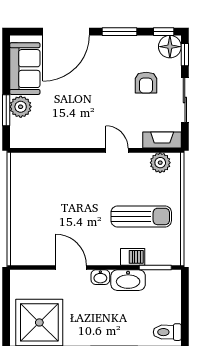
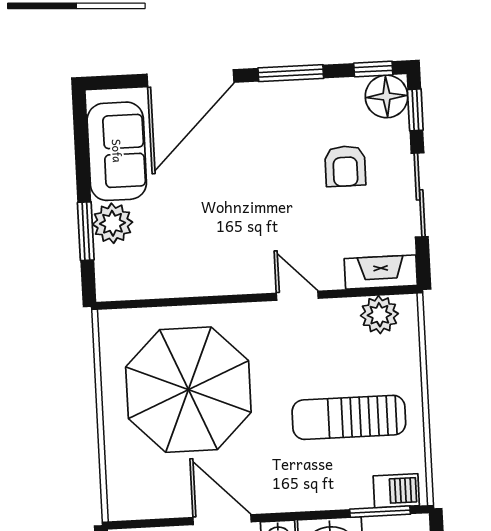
parasol: (57, 197) -> (188, 390), added
sun lounger: (141, 216) -> (349, 417), turned 180
barbecue: (133, 257) -> (396, 491), moved

